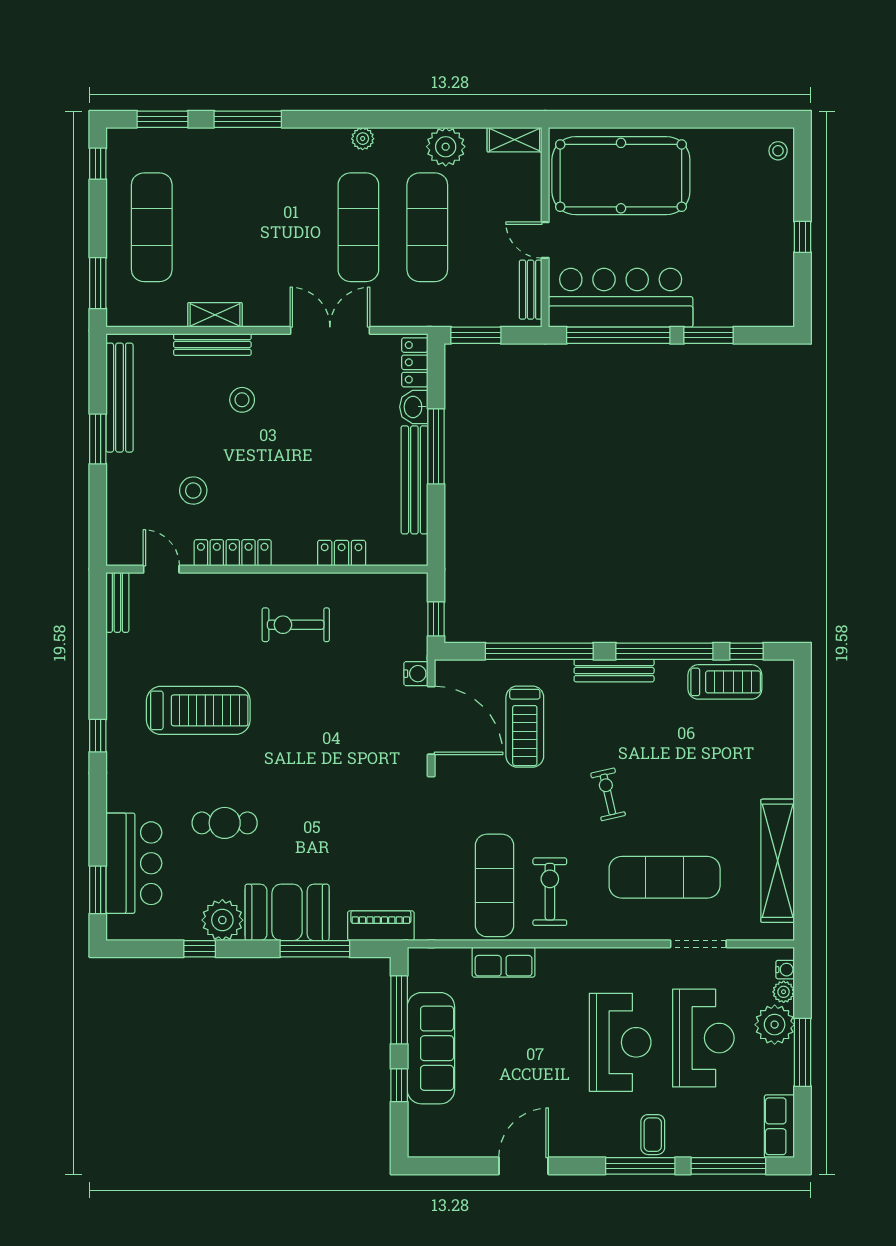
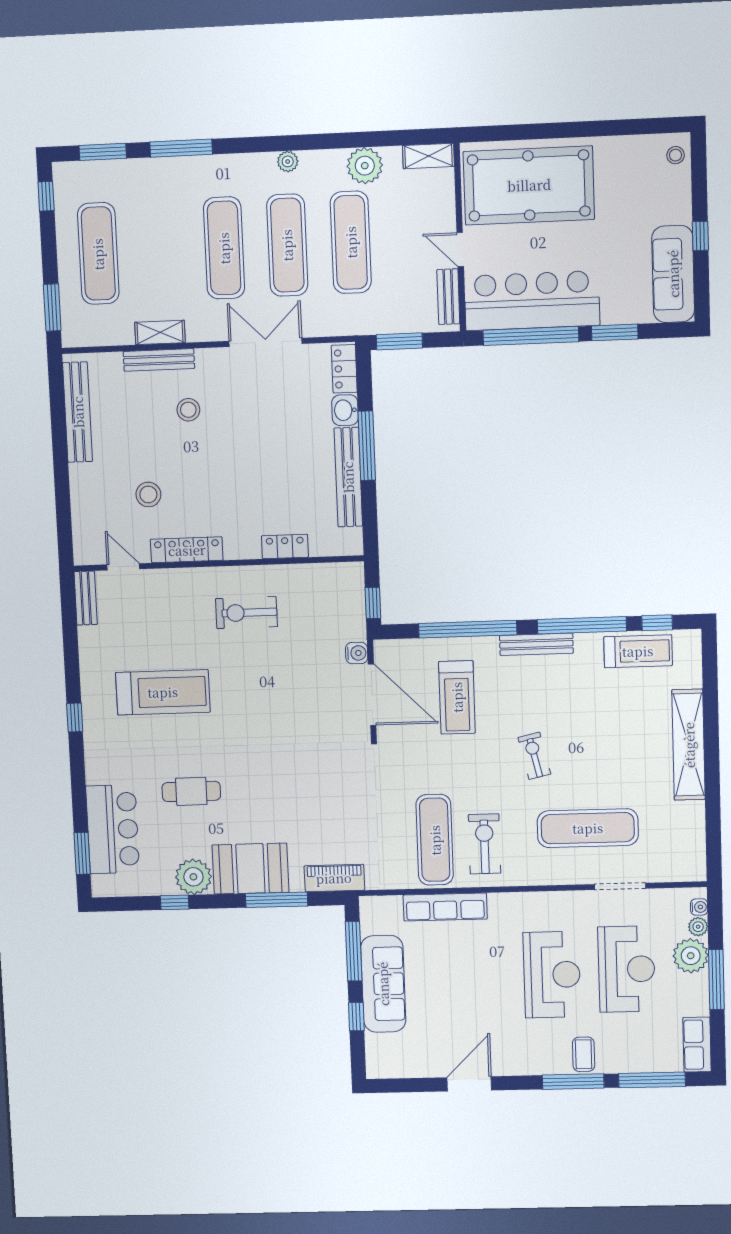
exercise mat: (290, 227) -> (224, 248), added
sofa: (773, 276) -> (673, 274), added
window: (98, 439) -> (60, 451), removed
shelving: (778, 861) -> (689, 745), moved
row of seats: (504, 962) -> (445, 907), width x1.48

